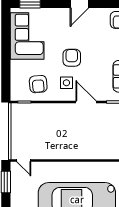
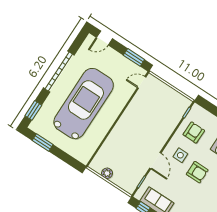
armchair: (38, 84) -> (194, 133), turned 96
door: (86, 102) -> (155, 161), hinge flipped

